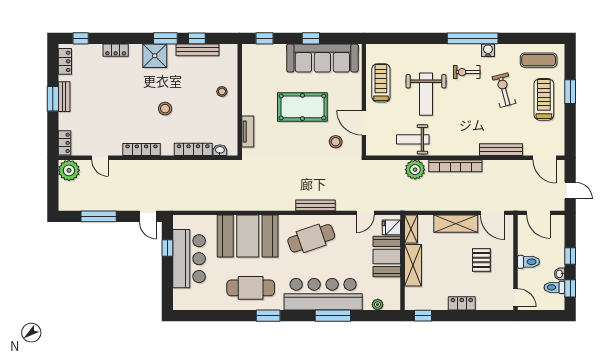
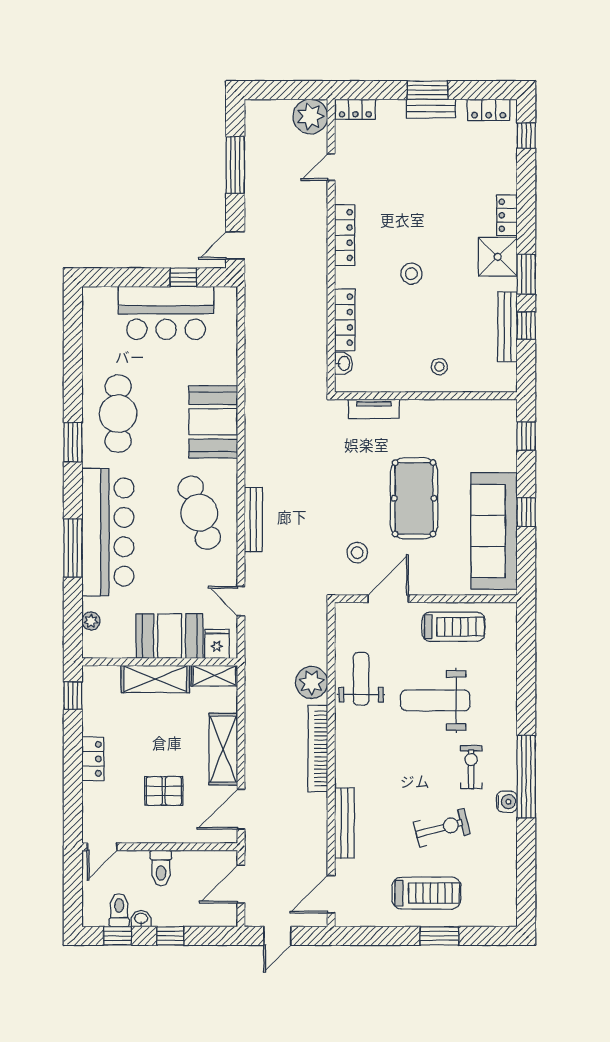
locker: (116, 50) -> (507, 215), moved
exercise mat: (539, 60) -> (491, 884), removed
booth: (248, 236) -> (213, 422), width x0.73, depth x0.70

